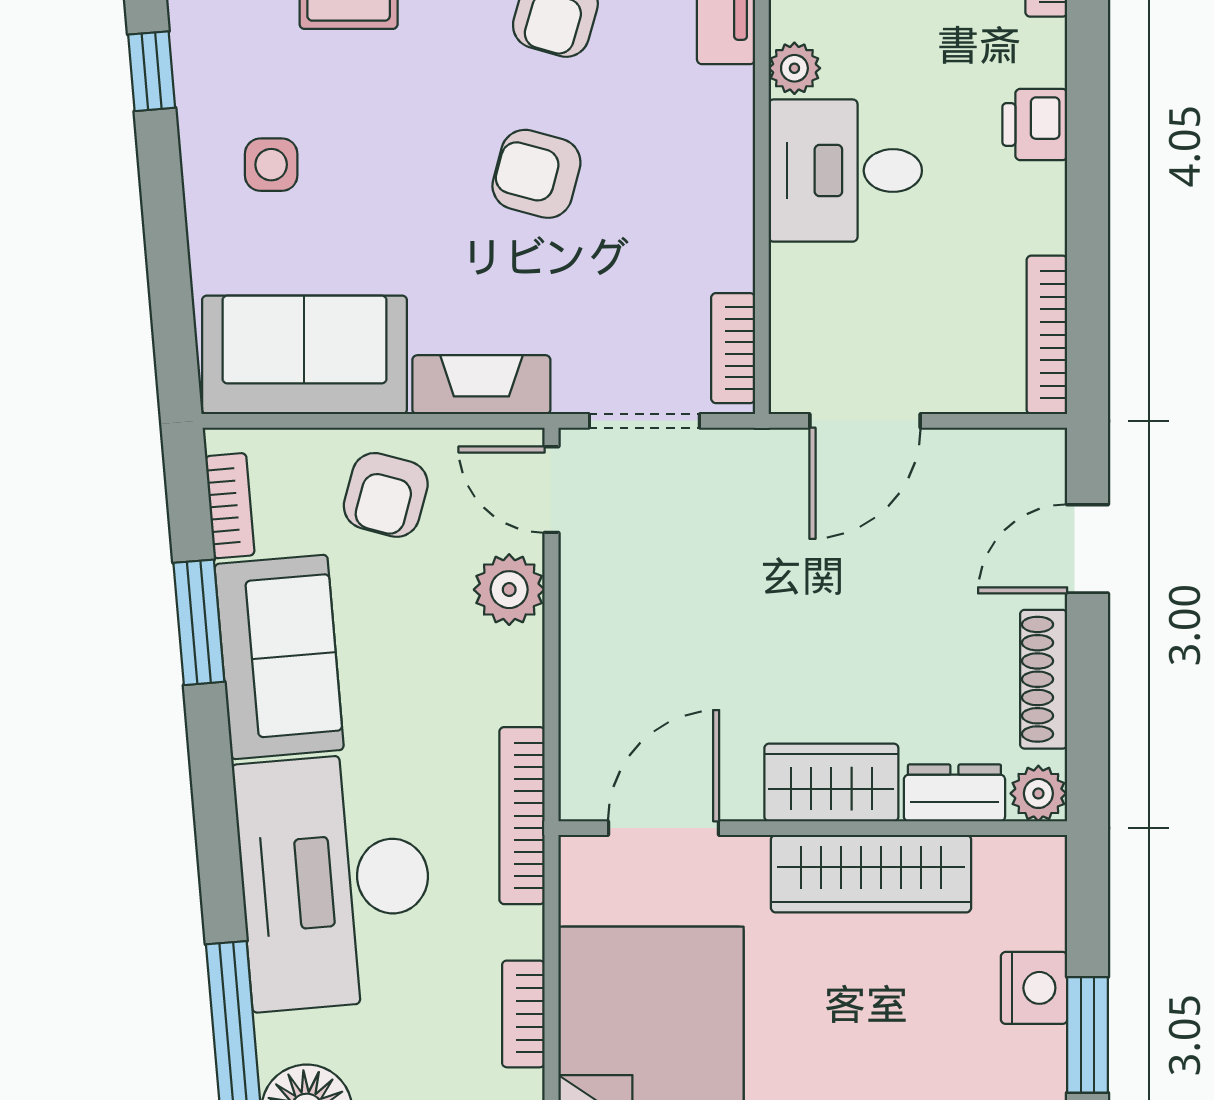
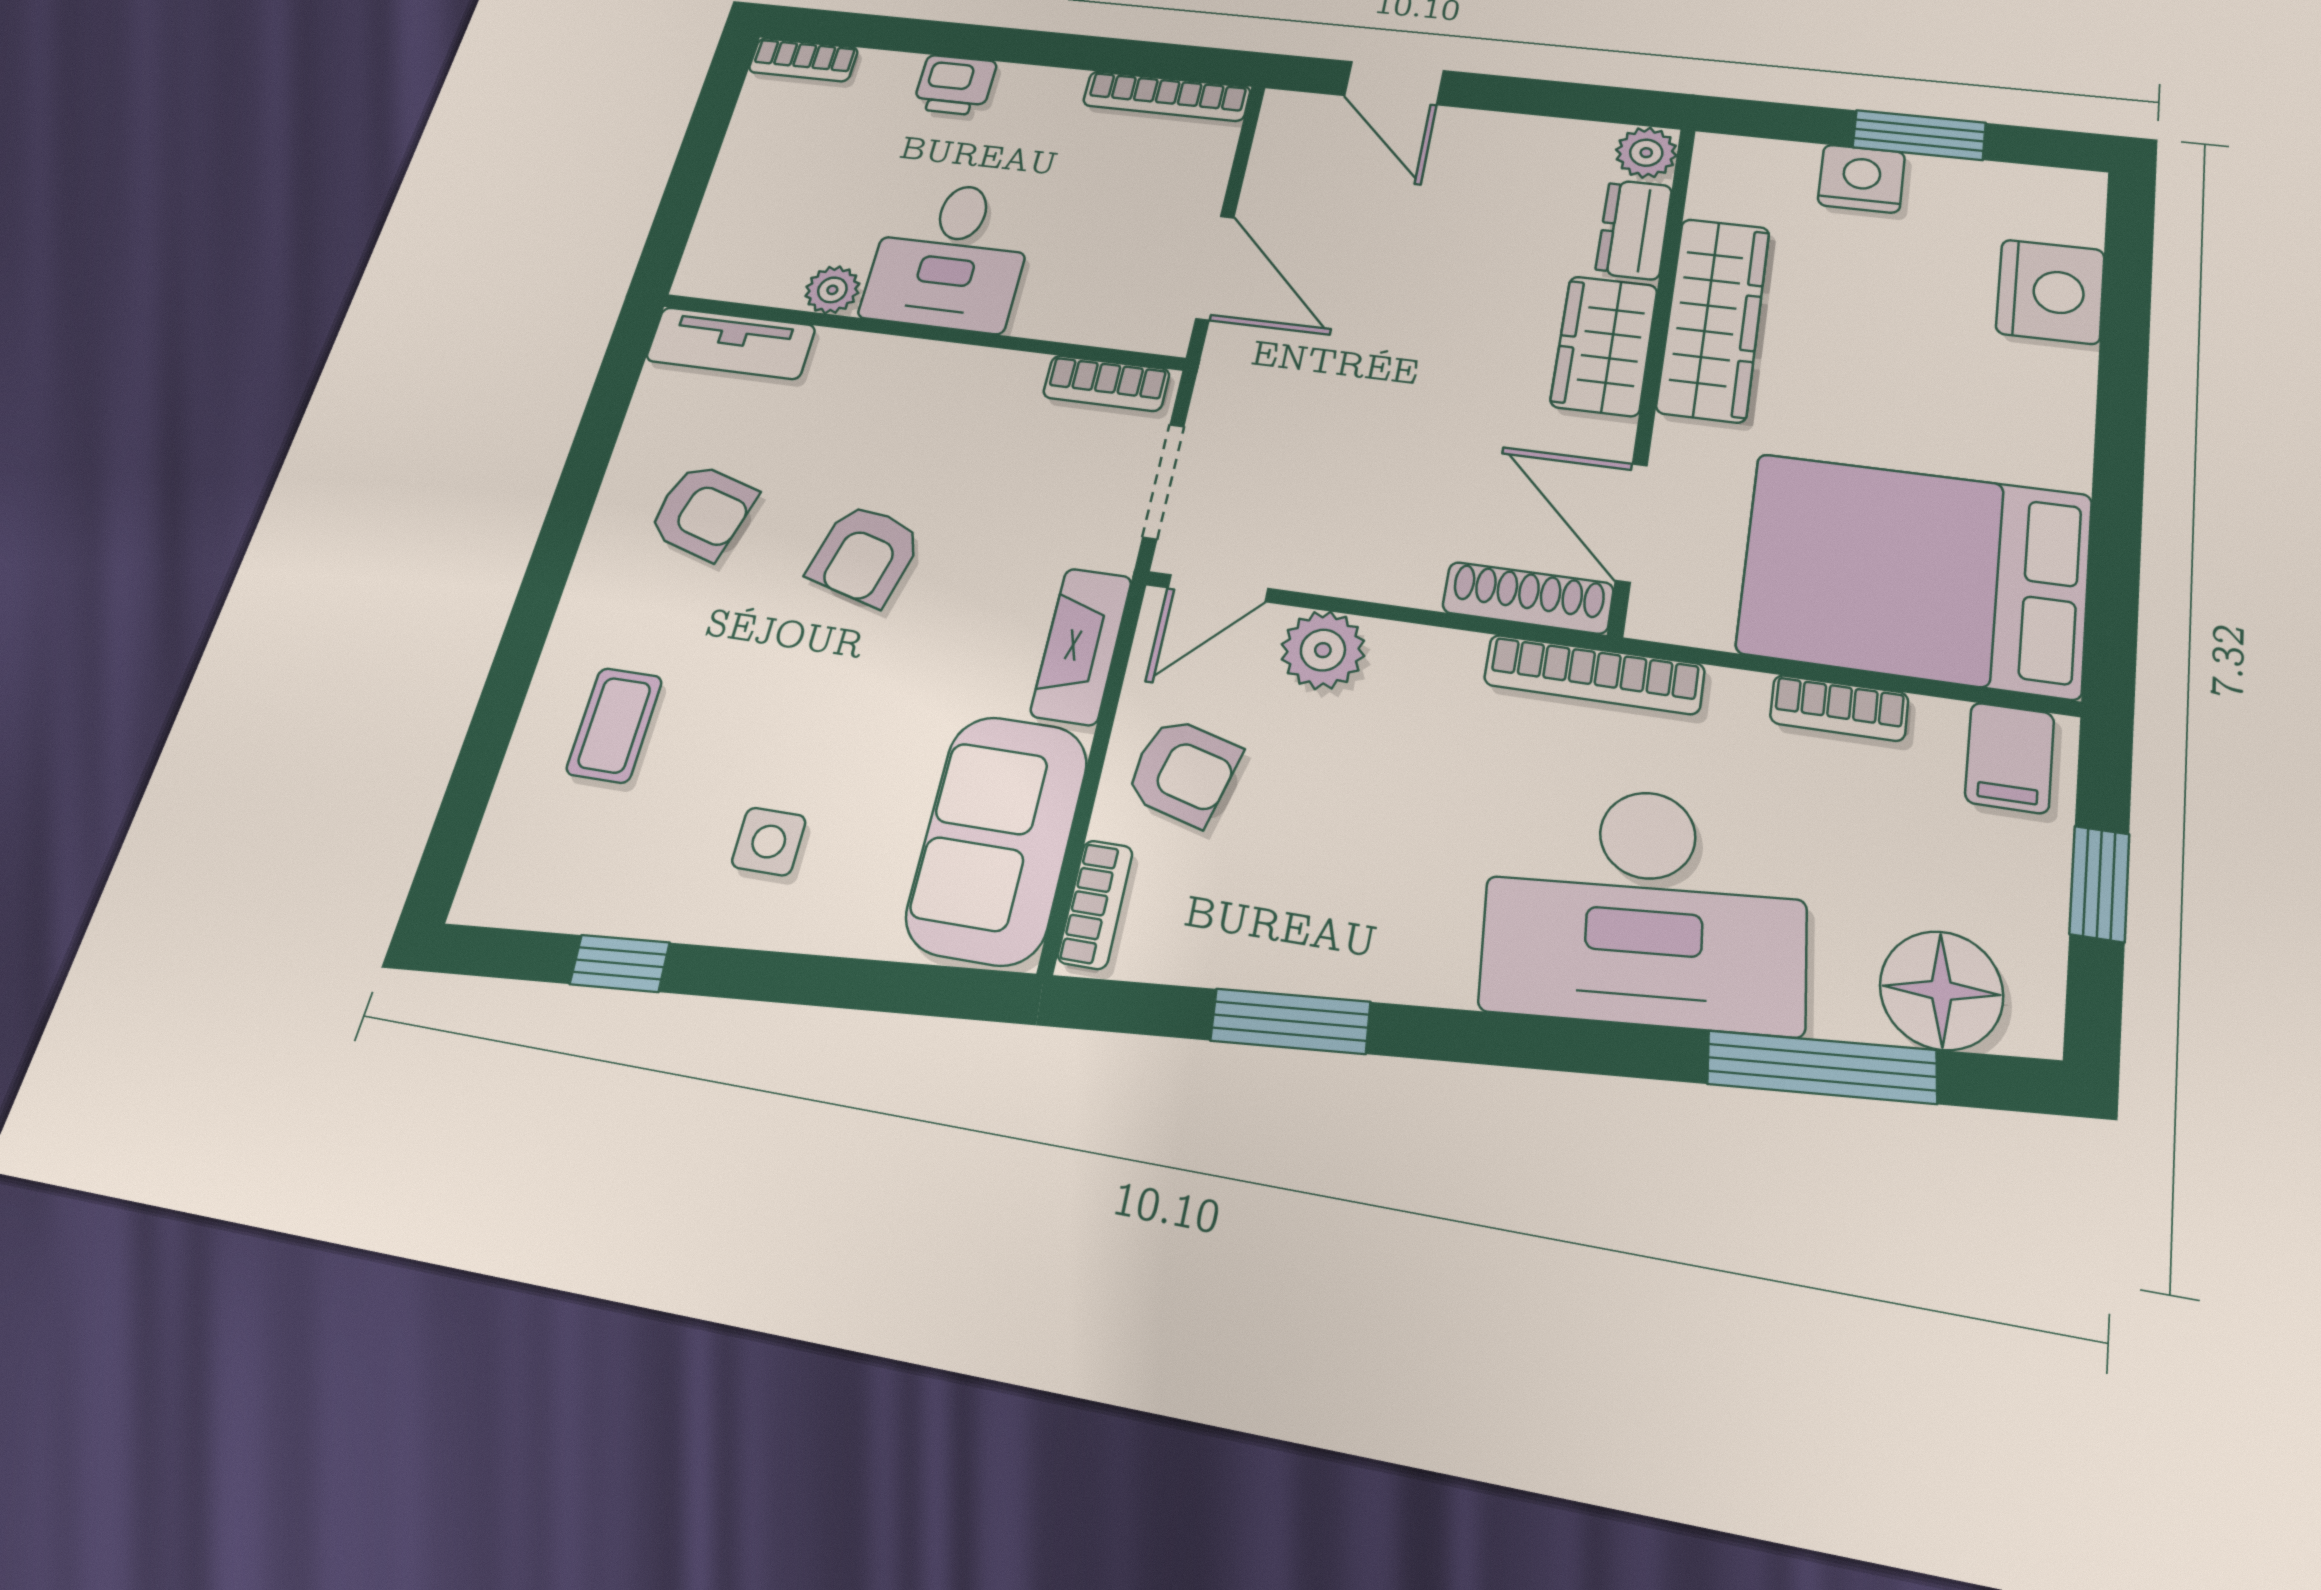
bookcase: (230, 506) -> (1095, 904), moved, turned 95
sofa: (279, 657) -> (1352, 929), removed
shoe rack: (1044, 679) -> (1528, 598), moved, turned 180

